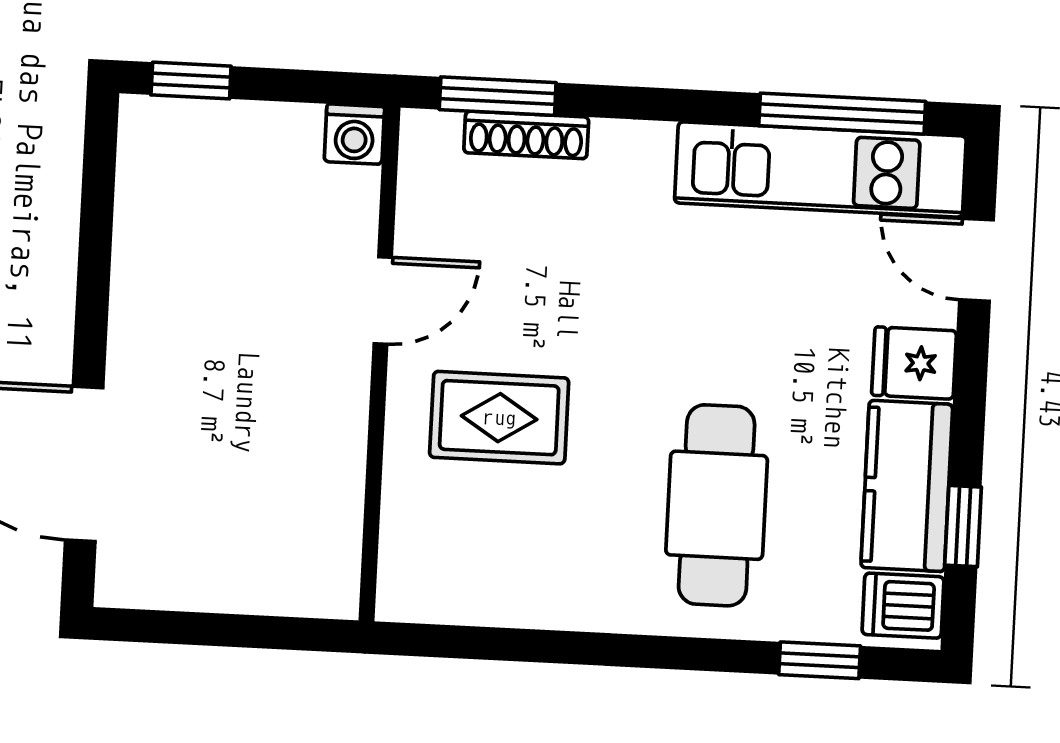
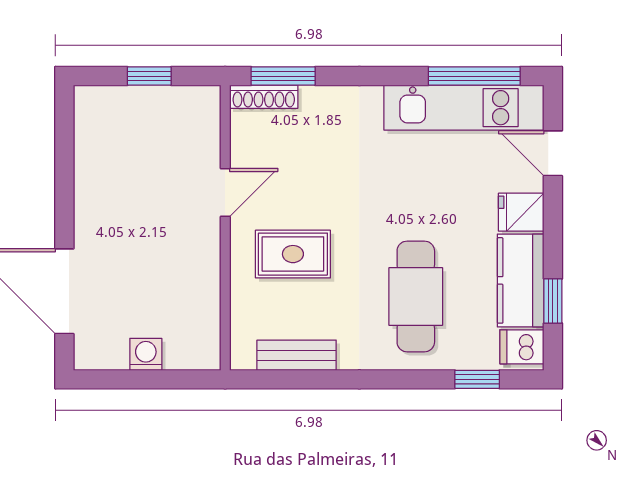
window: (191, 81) -> (149, 76), moved
washing machine: (354, 134) -> (146, 354), moved, turned 180
shoe rack: (526, 135) -> (264, 97), moved
bench: (497, 600) -> (297, 355), added

